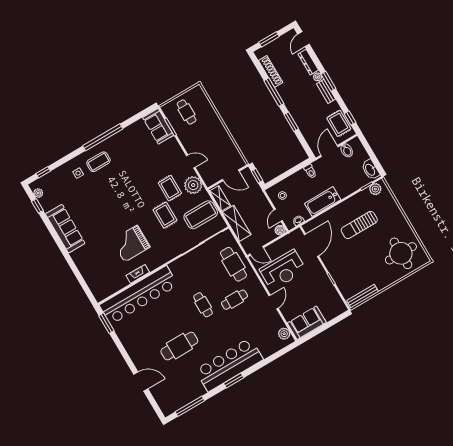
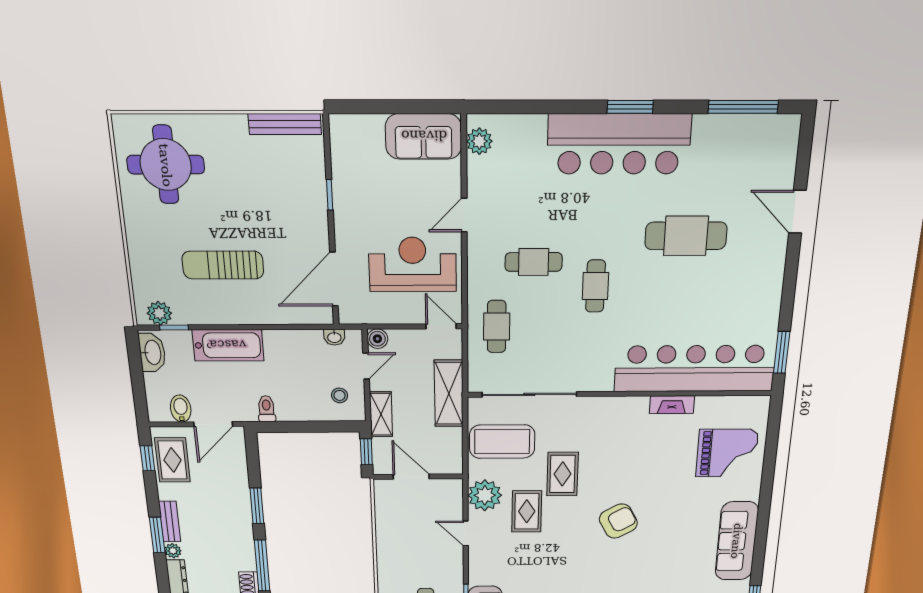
shelving: (220, 198) -> (381, 414), moved
bathtub: (323, 202) -> (228, 345), moved
armchair: (126, 207) -> (618, 521), added
sun lounger: (359, 225) -> (223, 265), turned 180
grand piano: (131, 244) -> (727, 453), moved
cafe table: (234, 264) -> (497, 327), width x0.73, depth x0.74

